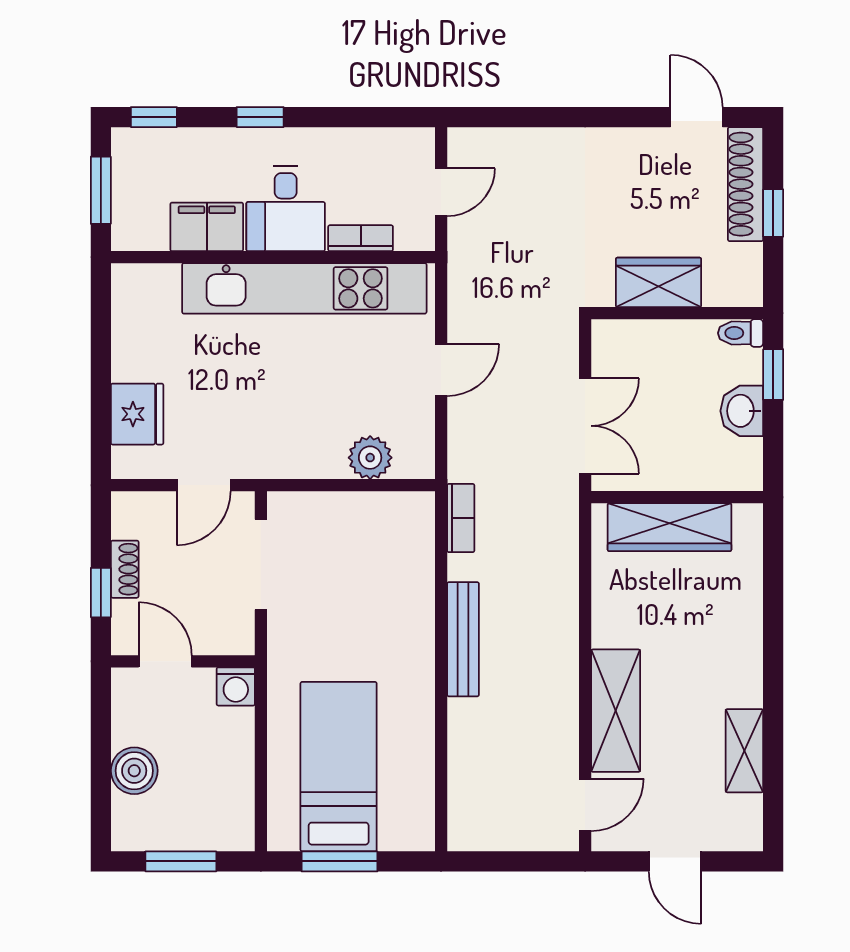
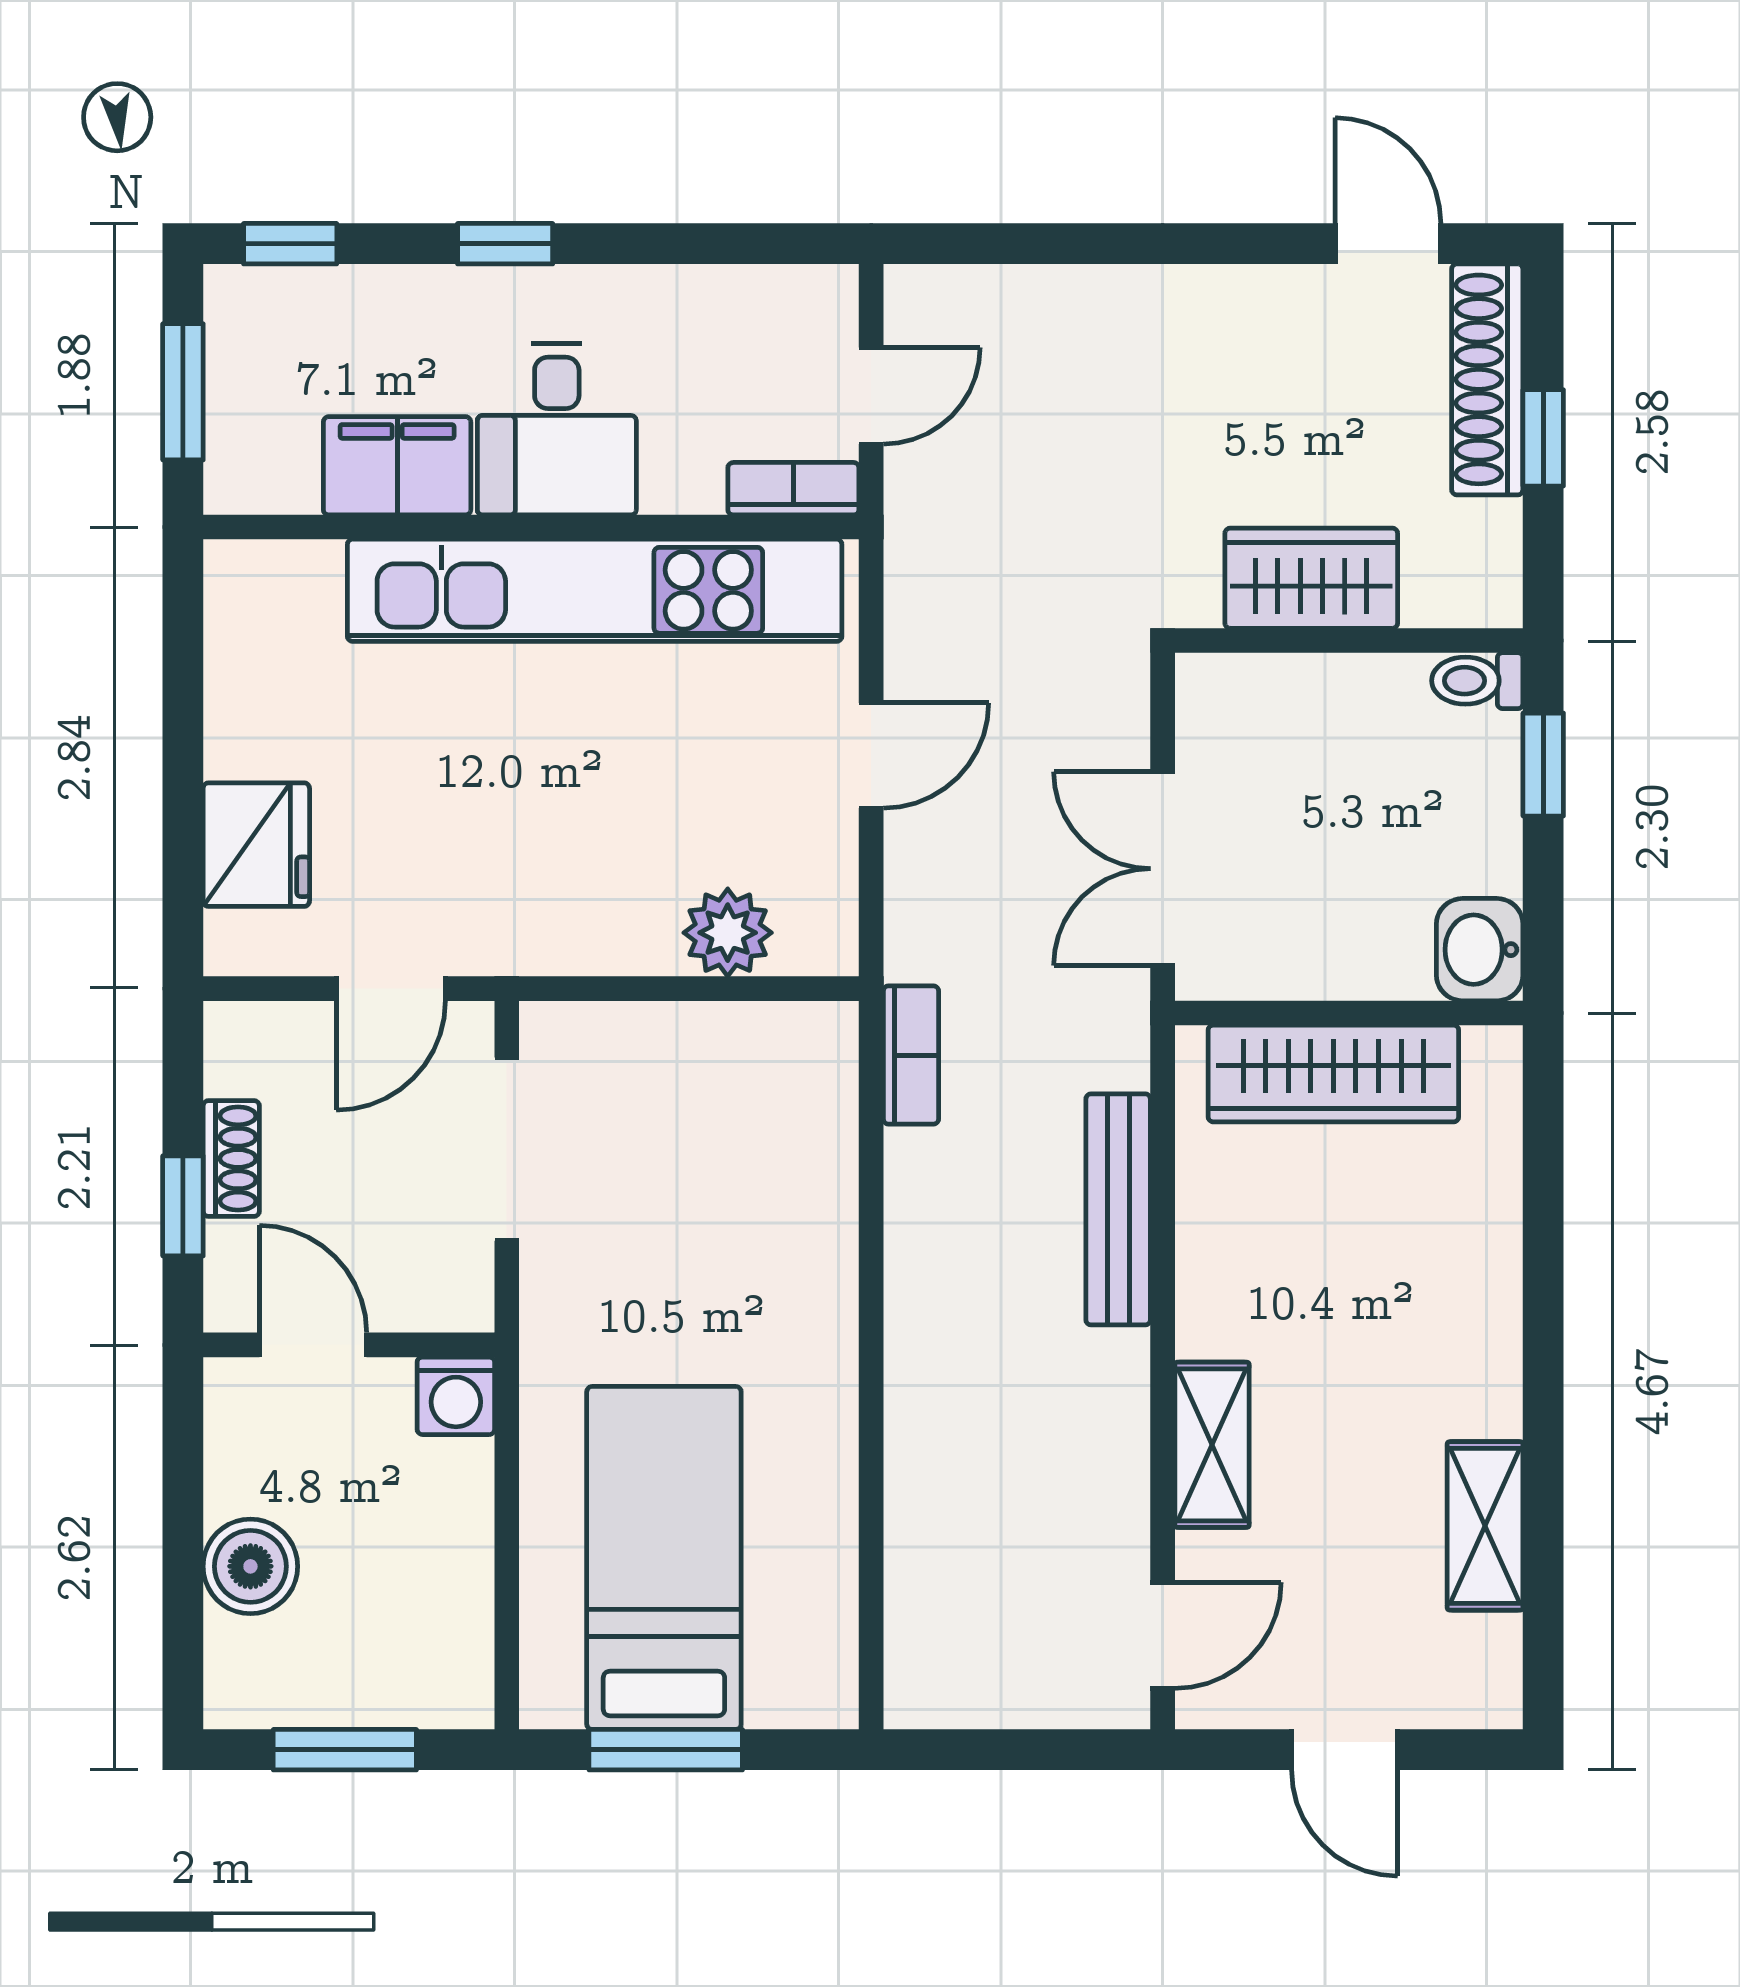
bookcase: (361, 238) -> (793, 489), moved
washbasin: (742, 411) -> (1480, 950), moved
double door: (585, 426) -> (1163, 869), swing flipped
bench: (463, 639) -> (1118, 1209), moved
shelving: (616, 711) -> (1212, 1445), width x0.67, depth x0.75

